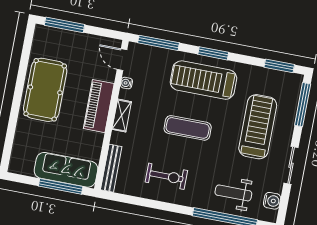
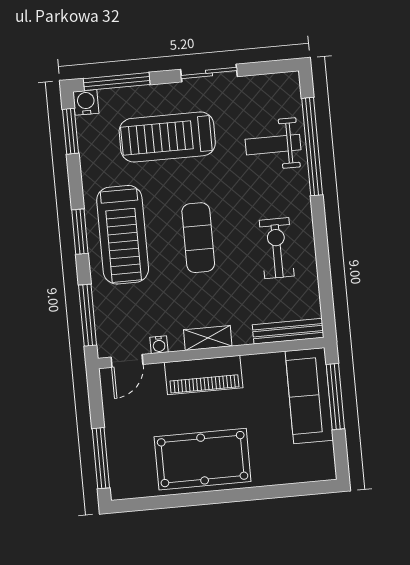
weight bench: (233, 193) -> (273, 145), turned 90
water cooler: (272, 201) -> (86, 102), moved

